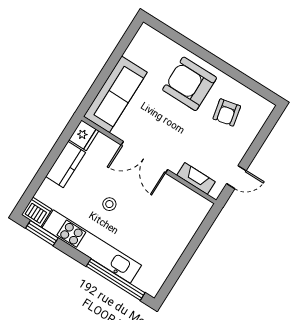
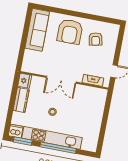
armchair: (190, 84) -> (70, 32), turned -90
sofa: (115, 94) -> (37, 30), moved
window: (116, 280) -> (58, 148), moved

